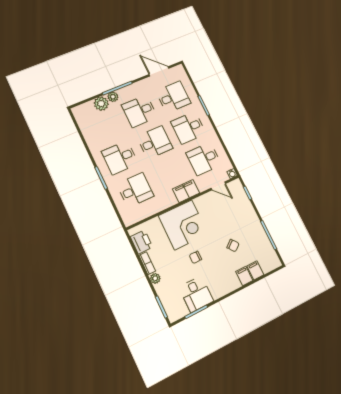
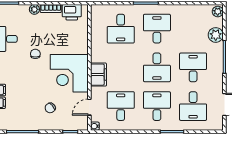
plant: (113, 97) -> (218, 11), moved
corner desk: (183, 225) -> (69, 73), moved
chair: (233, 245) -> (50, 108), moved

